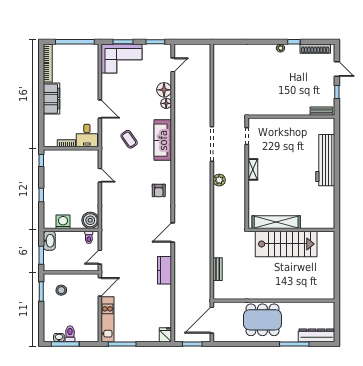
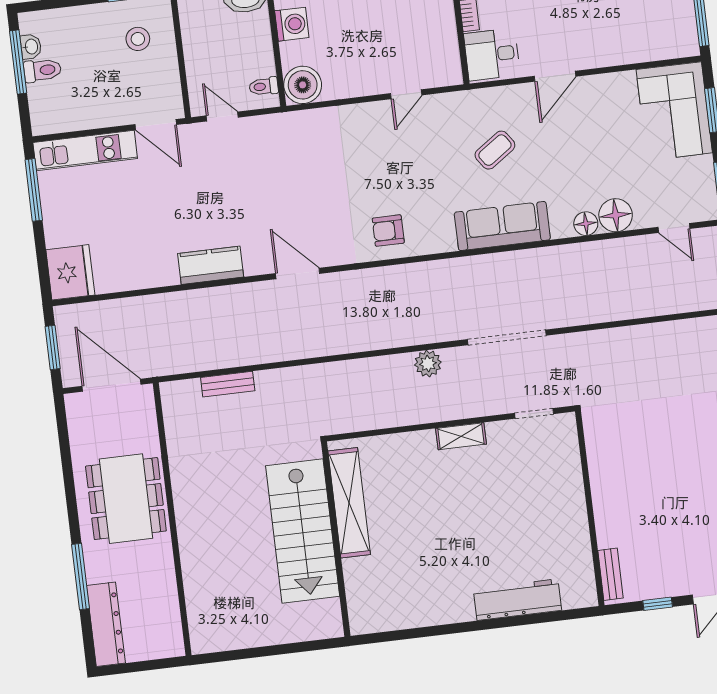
workbench: (325, 160) -> (517, 600), width x0.73, depth x0.76
fridge: (165, 335) -> (70, 272), width x1.88, depth x1.34

